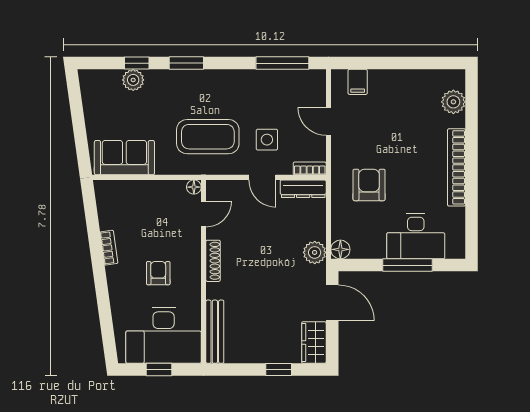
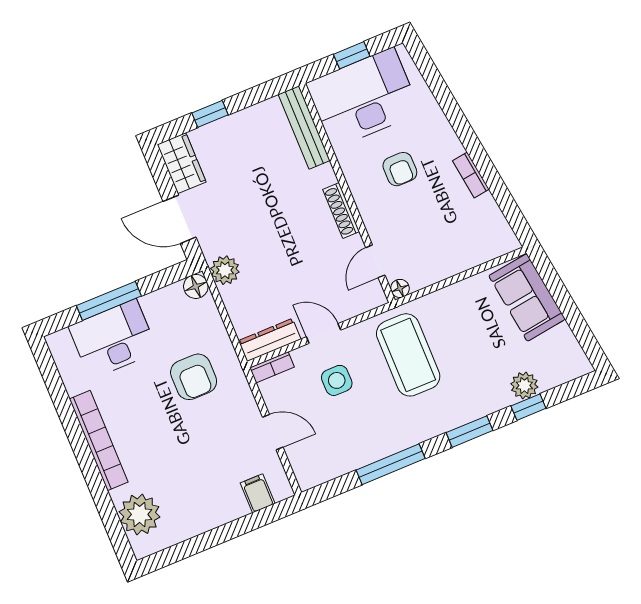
window: (282, 63) -> (391, 464), moved
plant: (453, 102) -> (140, 514), width x1.36, depth x1.36
coffee table: (208, 137) -> (408, 355), turned 90
sofa: (124, 158) -> (527, 297), moved, turned 82

